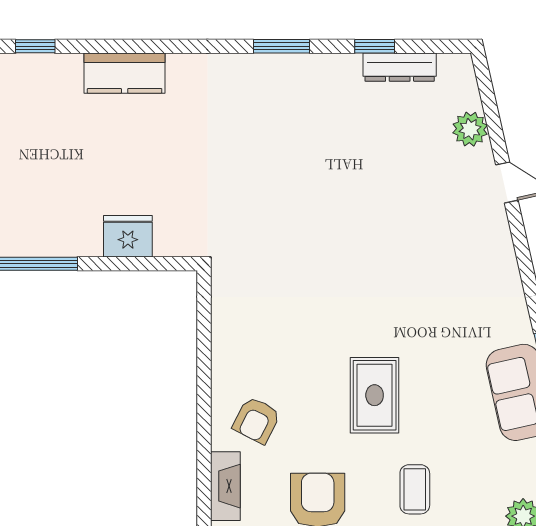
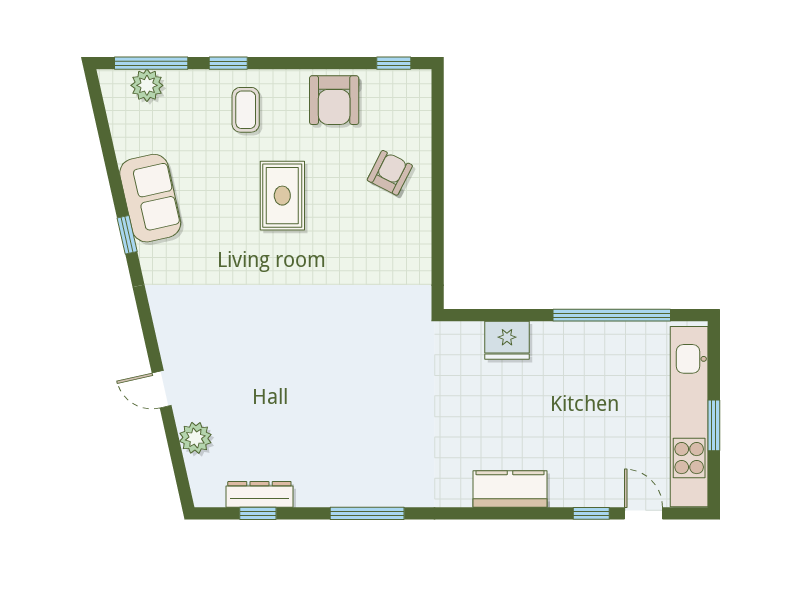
window: (281, 46) -> (367, 513), width x1.44
window: (375, 46) -> (258, 513), moved
fireplace: (225, 486) -> (418, 113), removed

